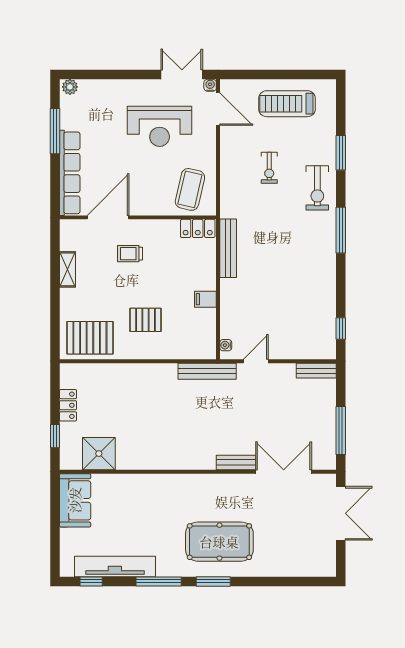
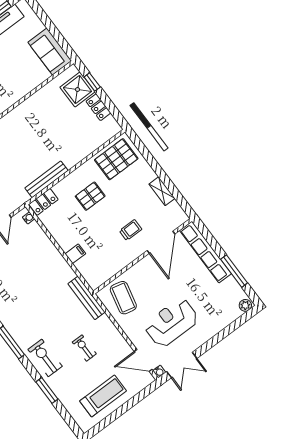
locker: (198, 228) -> (43, 202), moved, turned 180
bench: (228, 248) -> (87, 298), moved
filing cabinet: (205, 299) -> (75, 254), moved
bench: (207, 371) -> (46, 179), moved
shower: (99, 454) -> (77, 90), moved

